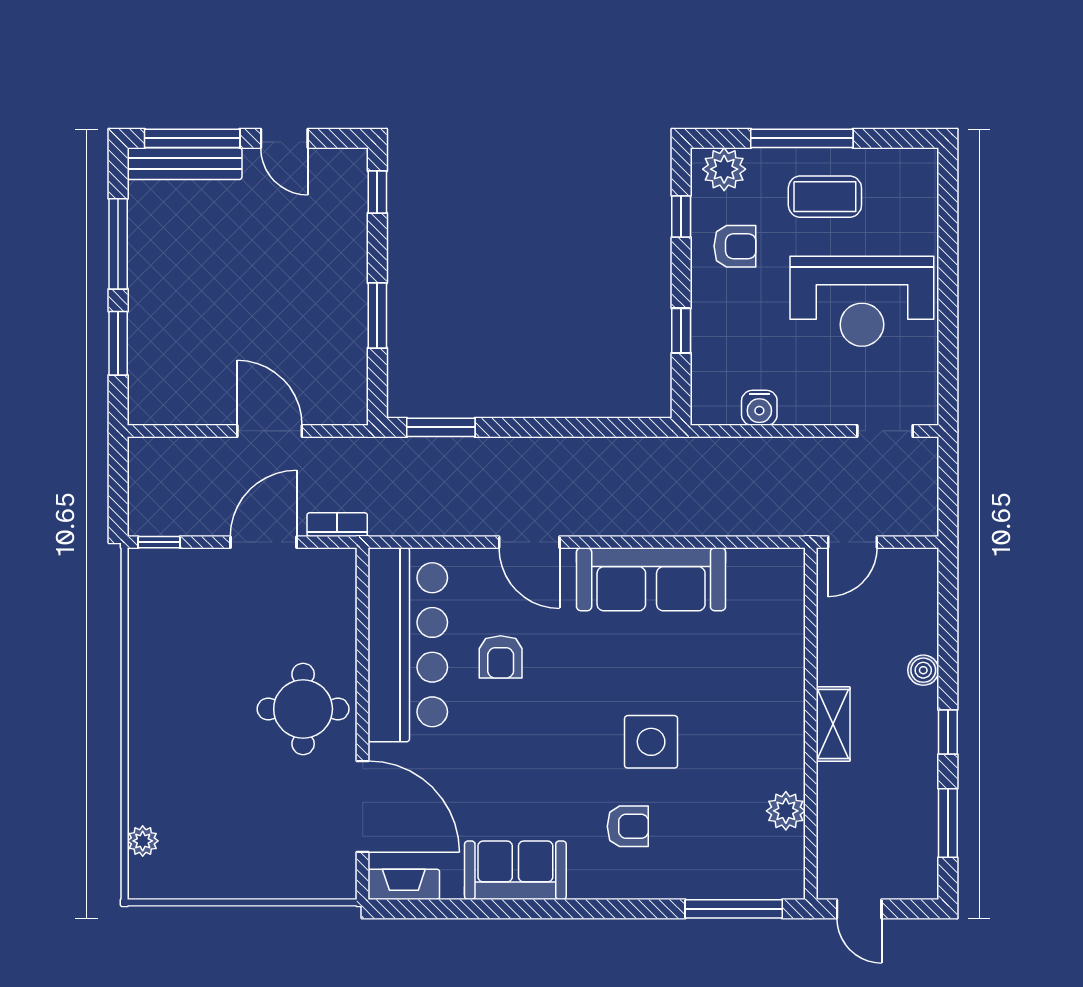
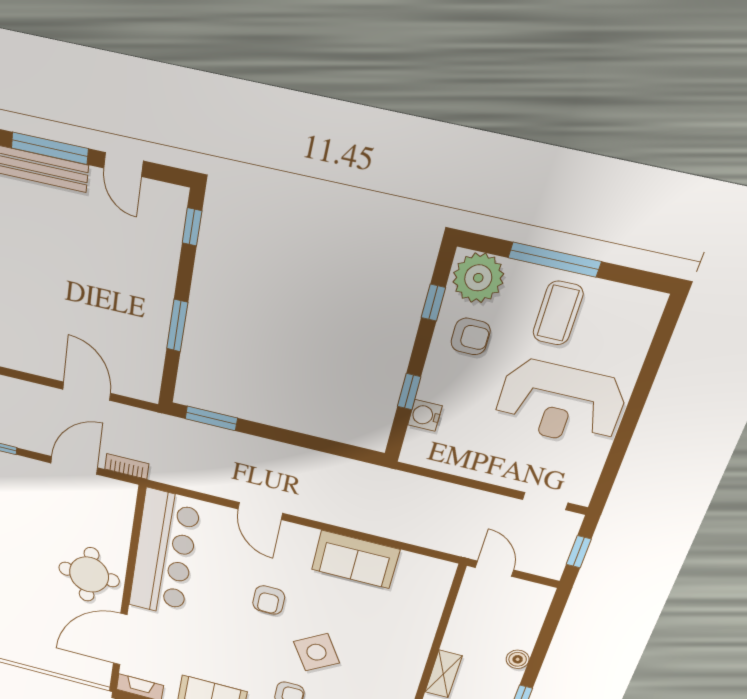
plant: (724, 169) -> (478, 278), width x1.36, depth x1.36
coffee table: (825, 197) -> (558, 313), turned 90
water cooler: (759, 408) -> (425, 415), moved, turned 90
window: (948, 489) -> (579, 552), added
door: (852, 542) -> (495, 569), swing flipped
sofa: (651, 579) -> (355, 560), width x0.73
armchair: (501, 657) -> (269, 600), moved
side table: (651, 742) -> (316, 652), turned -32
door: (363, 806) -> (120, 639), swing flipped

